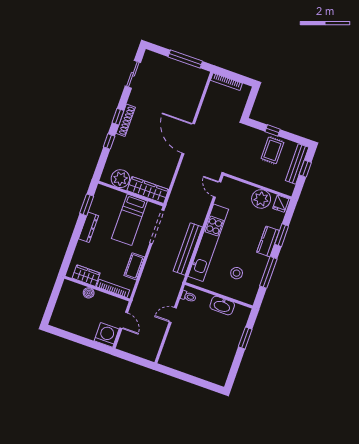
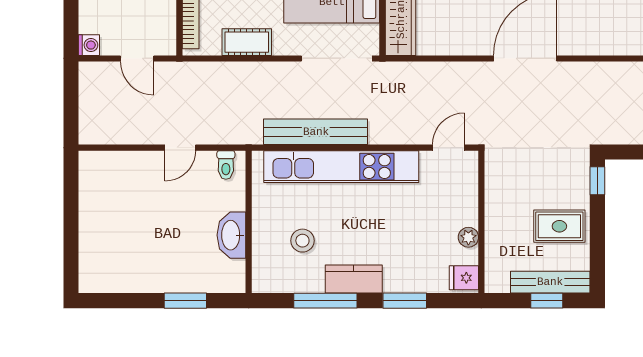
window: (273, 130) -> (597, 181), moved
plant: (261, 199) -> (468, 237), width x0.53, depth x0.53
kitchen counter: (268, 241) -> (354, 279), moved
door: (173, 315) -> (180, 148), swing flipped
door: (124, 320) -> (137, 58), hinge flipped
washing machine: (107, 335) -> (89, 45), width x0.53, depth x0.53

